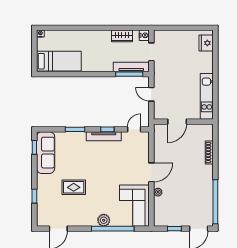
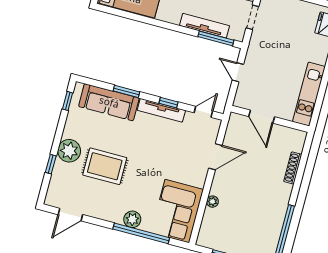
tv unit: (131, 67) -> (204, 26), moved
door: (177, 122) -> (262, 117), hinge flipped
sofa: (46, 153) -> (109, 102), moved, turned 90
door: (151, 172) -> (215, 157), moved
plant: (45, 183) -> (69, 151), added
rug: (74, 187) -> (105, 166), width x1.36, depth x1.43

